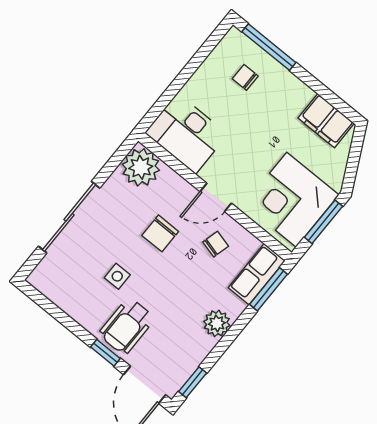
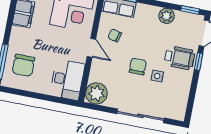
chair: (245, 77) -> (23, 65), width x1.87, depth x1.87
chair: (160, 233) -> (138, 66), moved, turned -90
plant: (217, 323) -> (166, 16), moved

